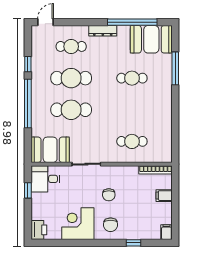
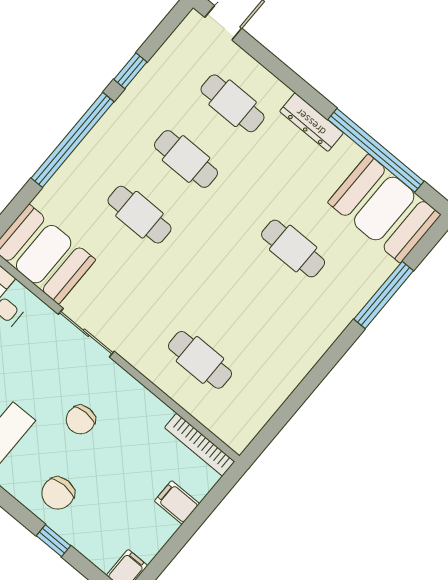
cafe table: (71, 78) -> (186, 159), width x0.73, depth x0.74
cafe table: (71, 110) -> (139, 215), width x0.73, depth x0.74
chair: (111, 225) -> (58, 493), moved

